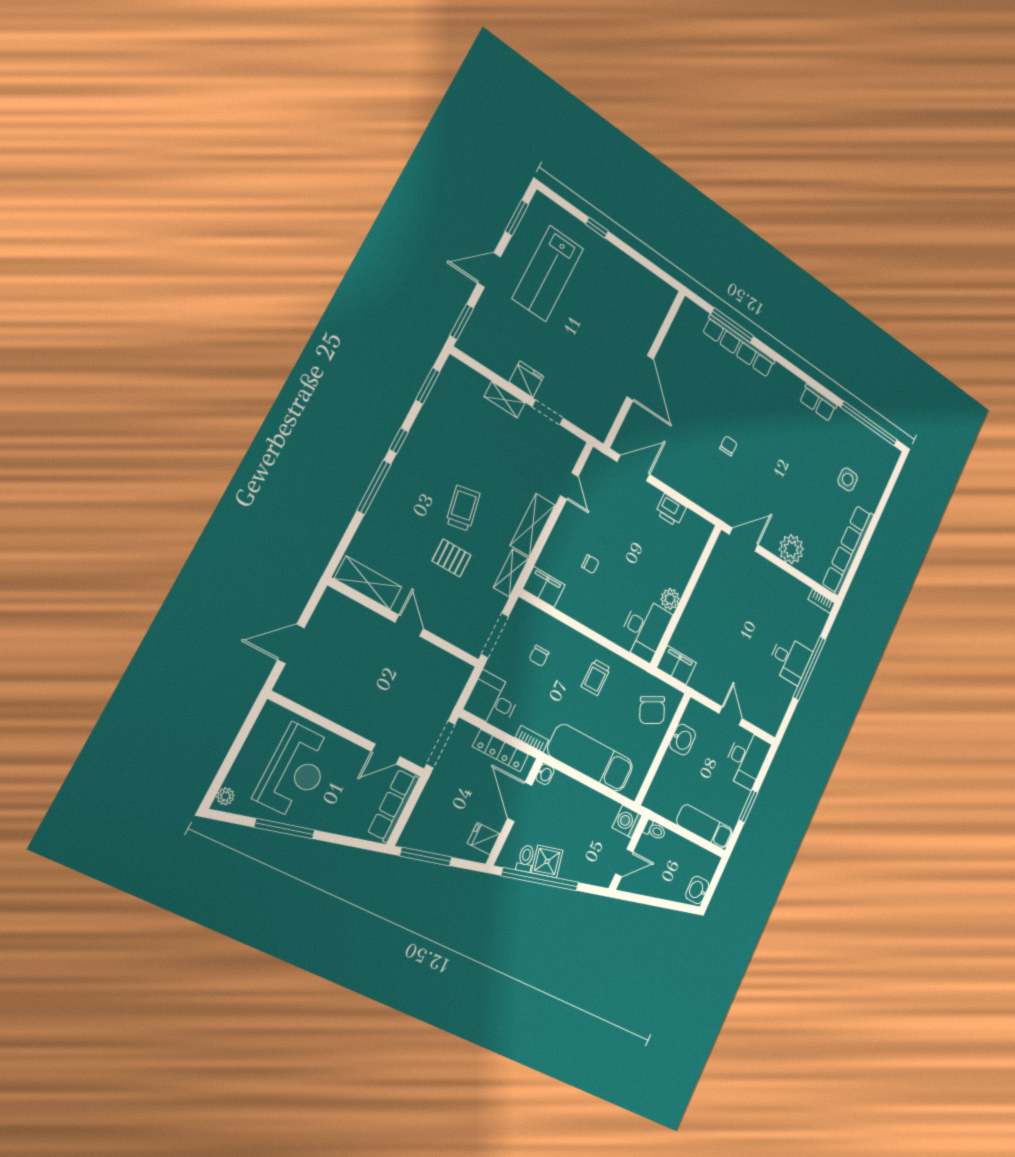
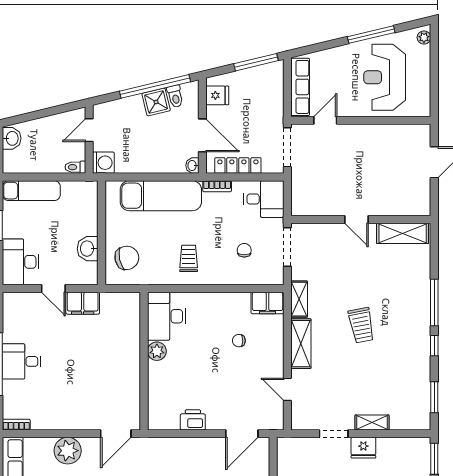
pallet: (451, 558) -> (351, 285), removed
filing cabinet: (677, 665) -> (83, 303), moved
chair: (652, 710) -> (127, 258), turned 104

